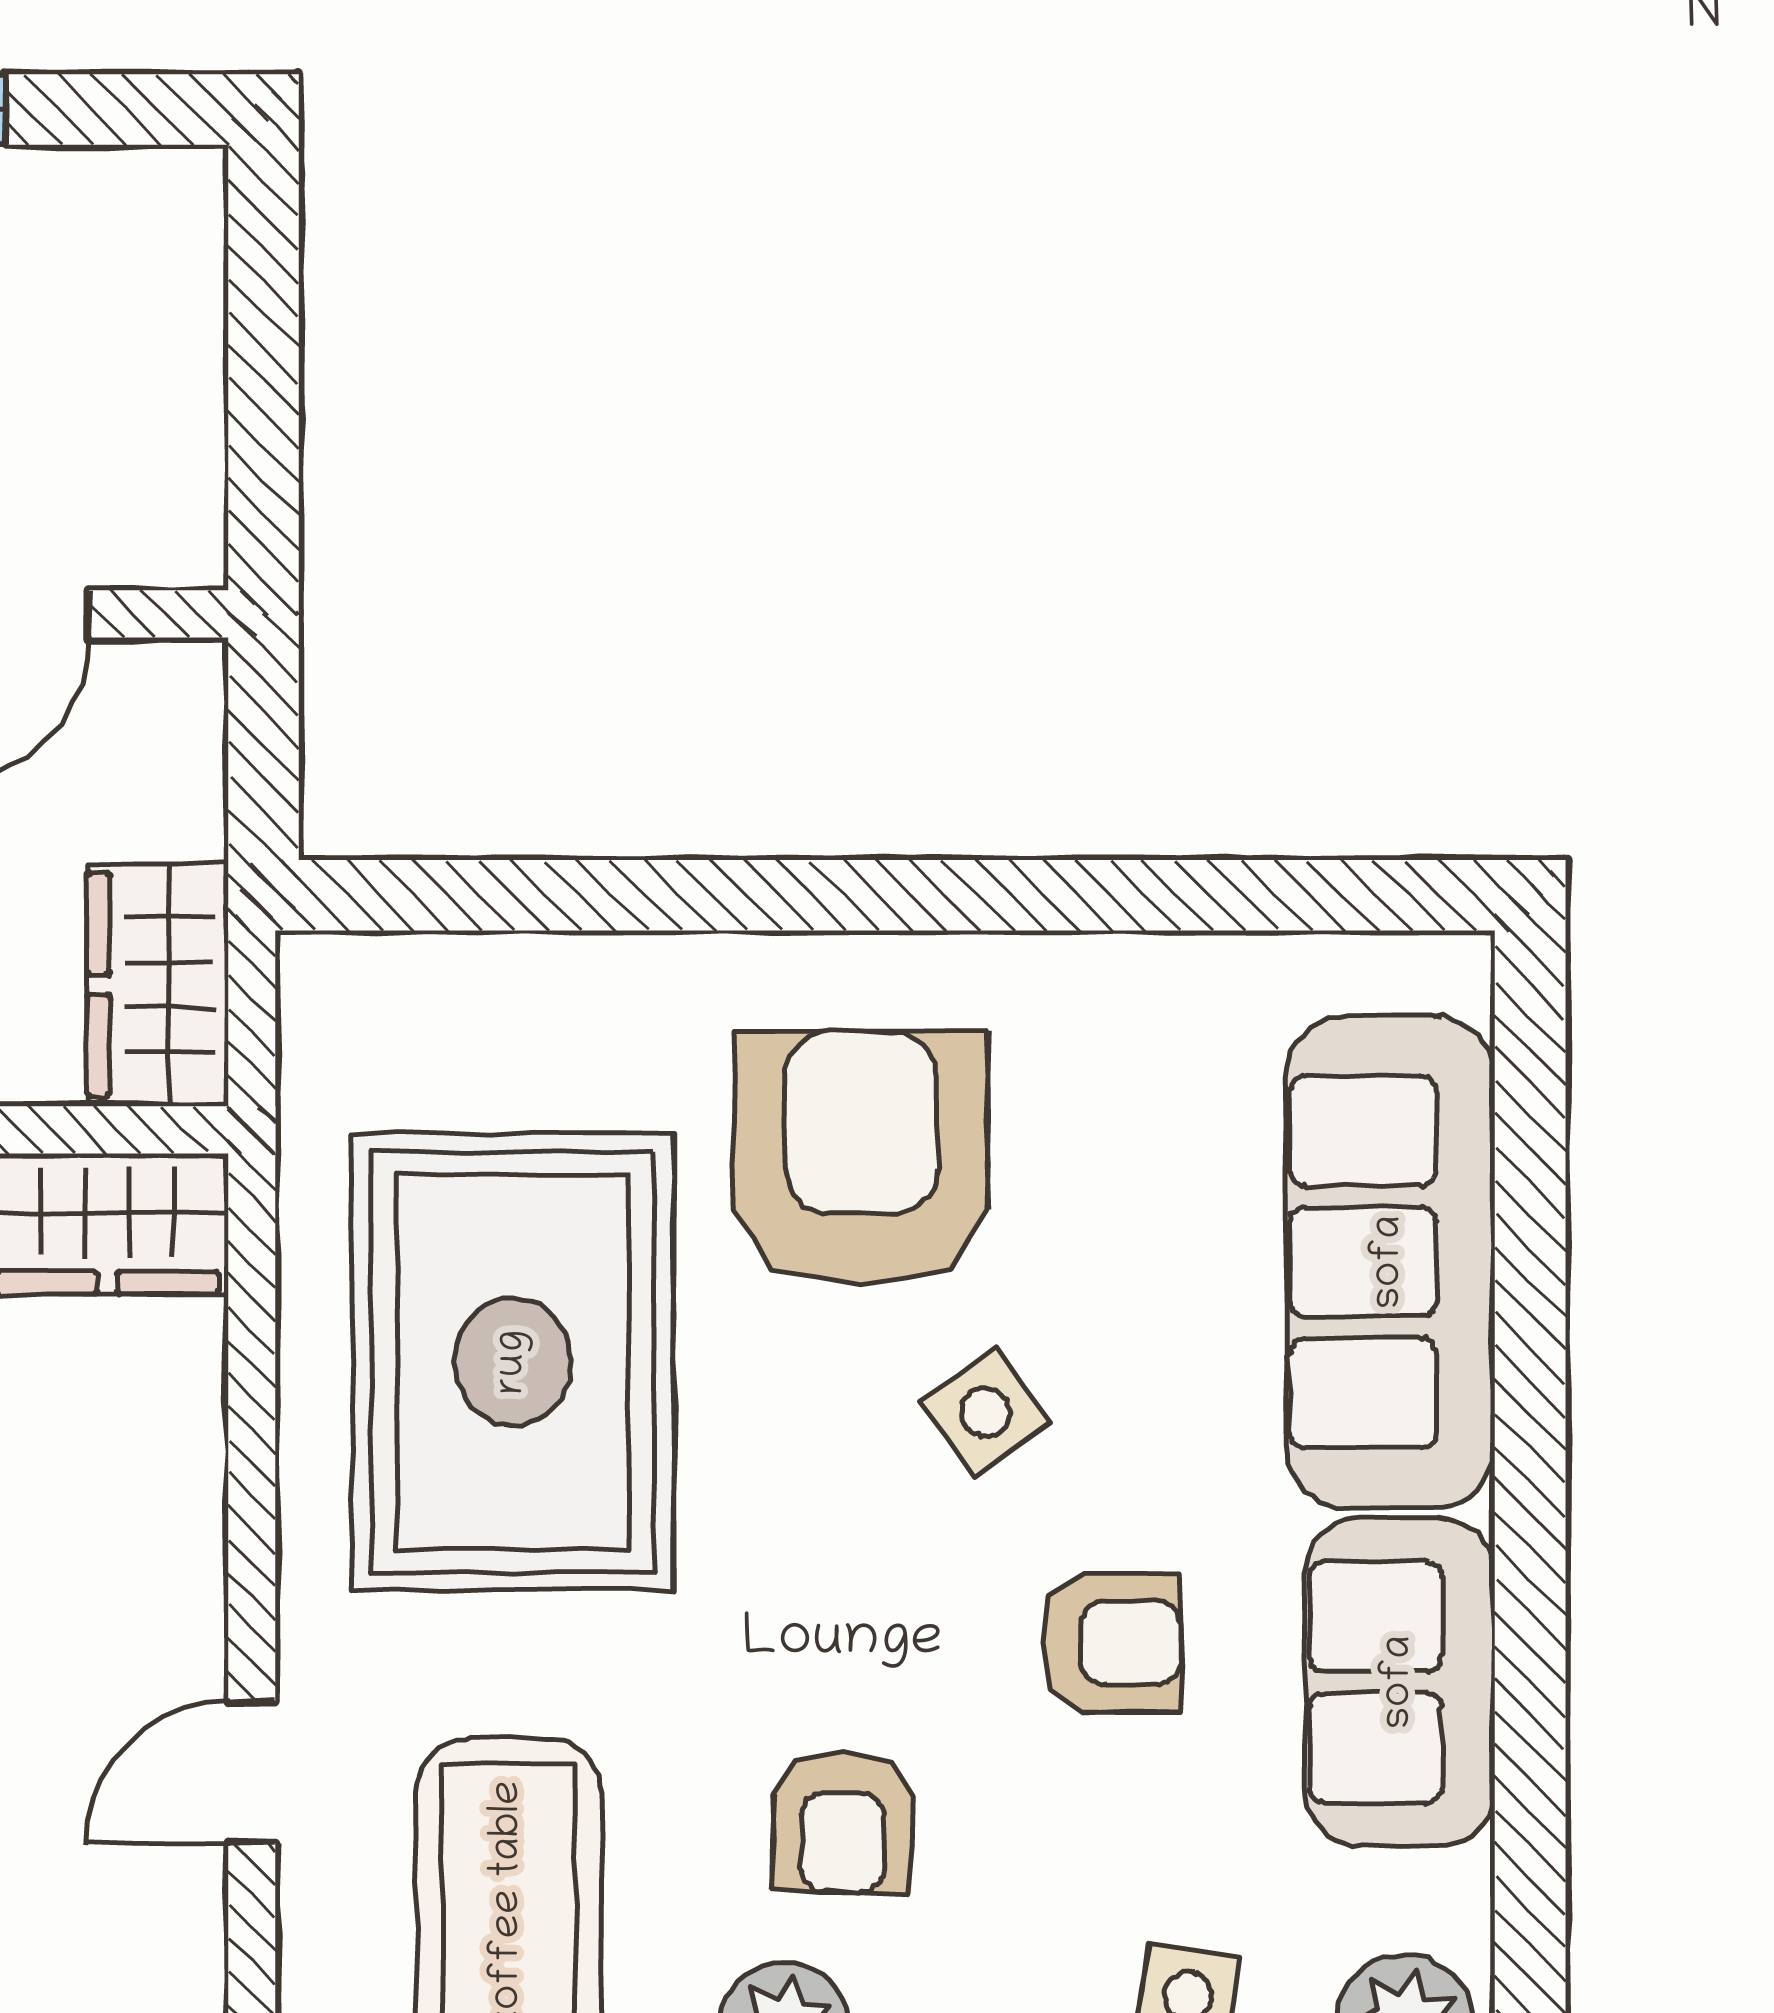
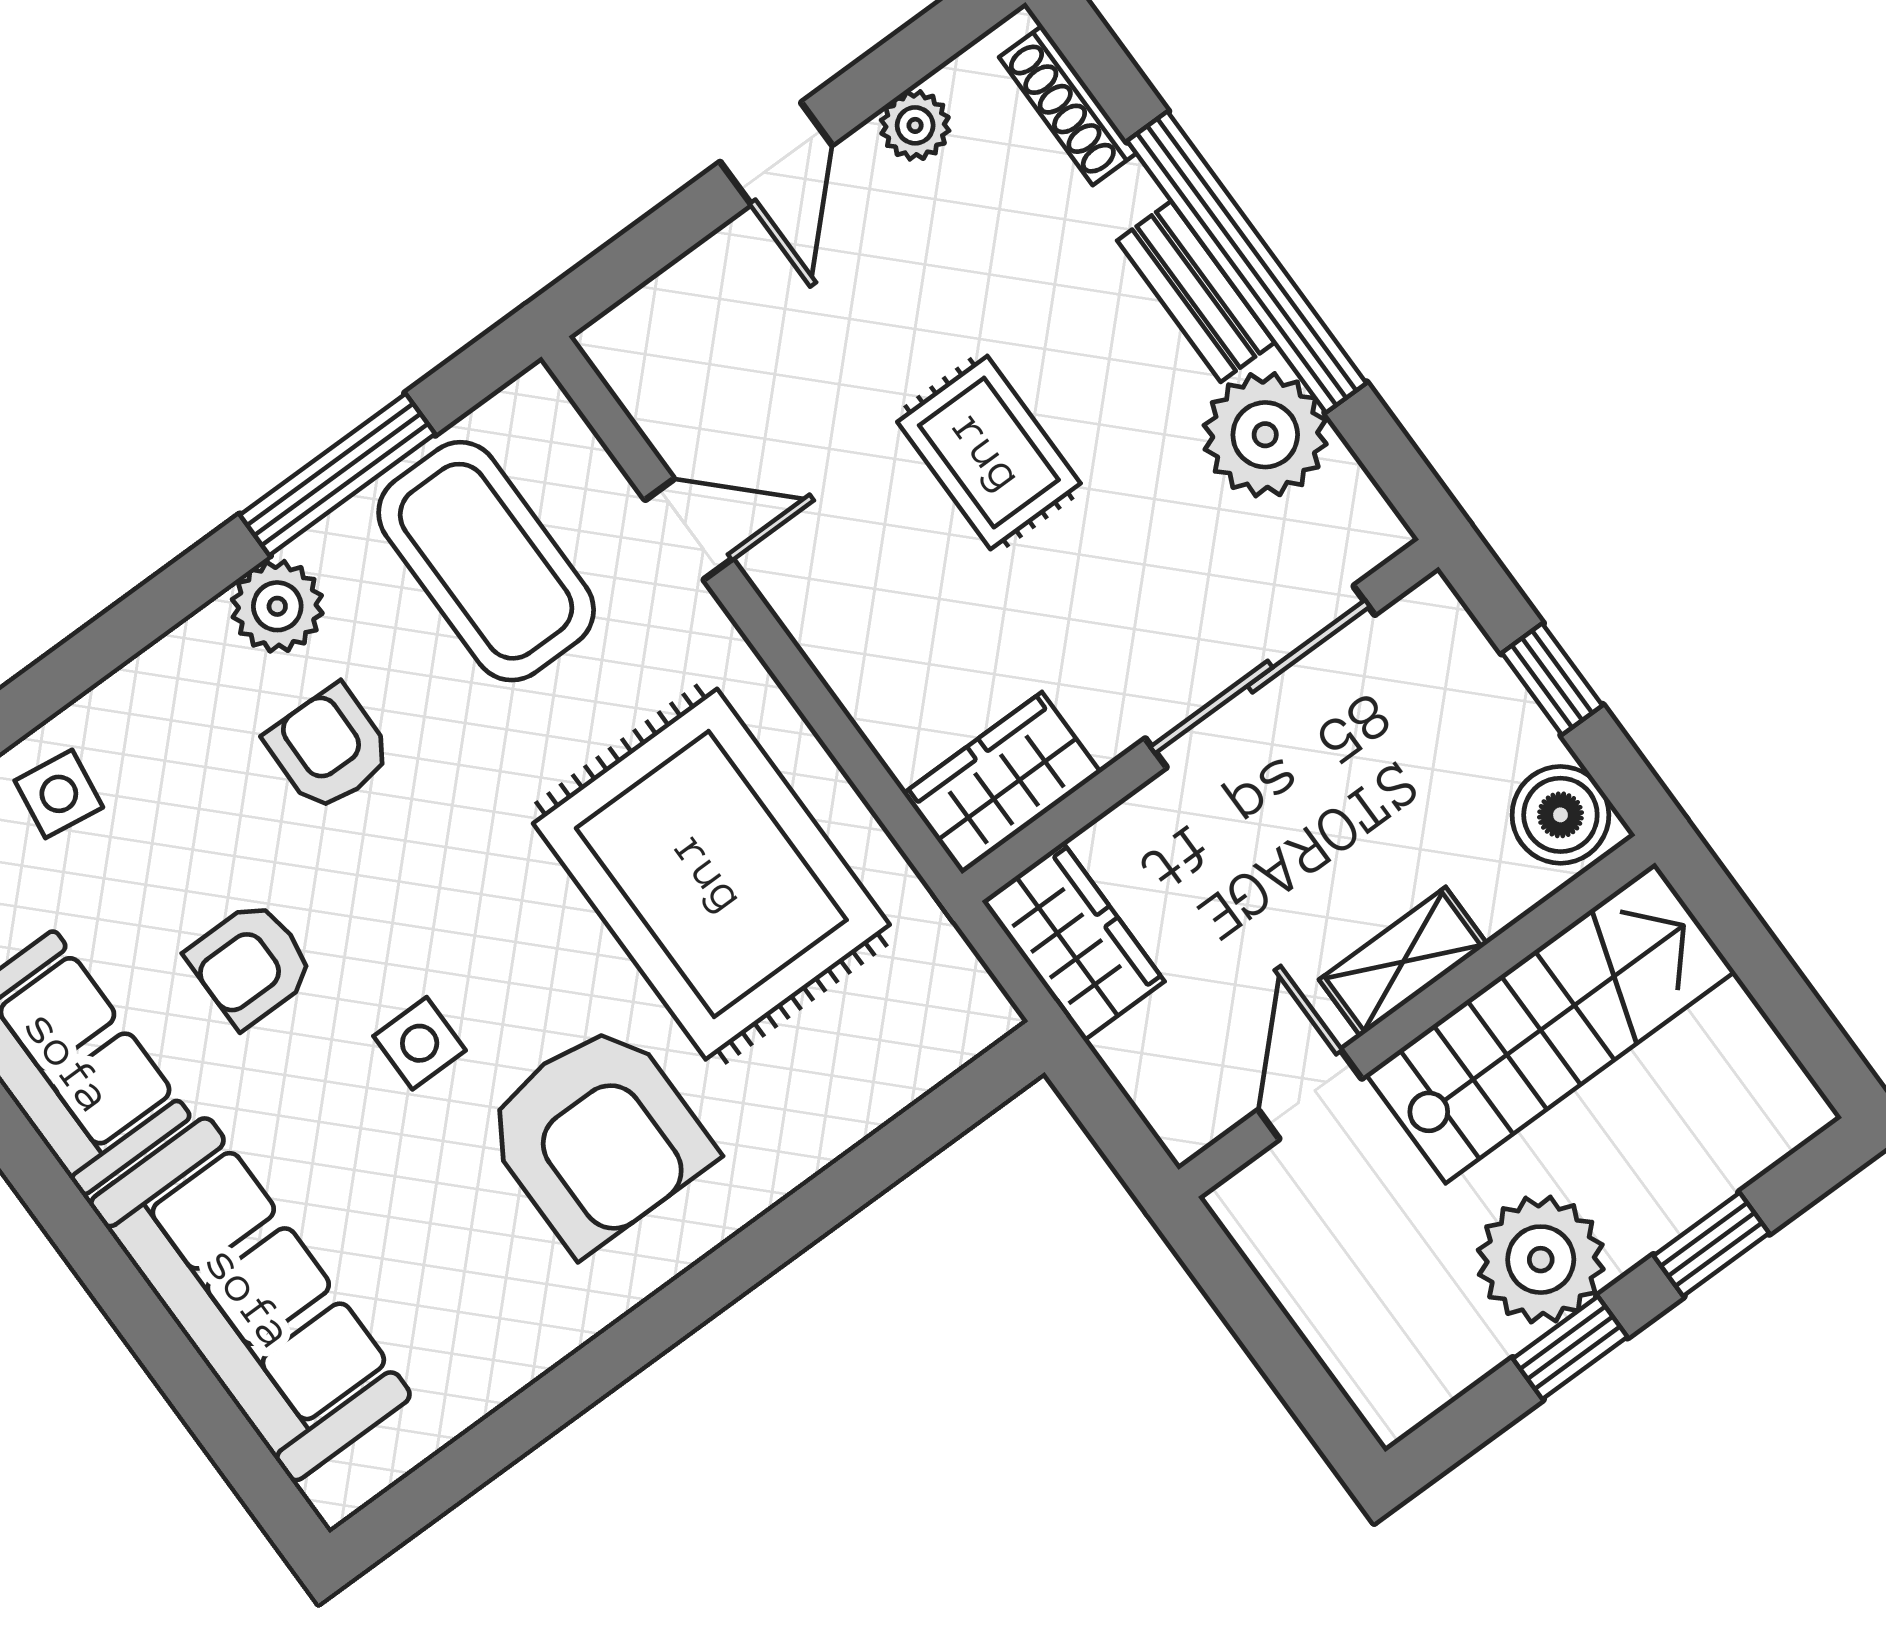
side table: (985, 1412) -> (420, 1043), turned 36
door: (252, 1772) -> (689, 529), hinge flipped

